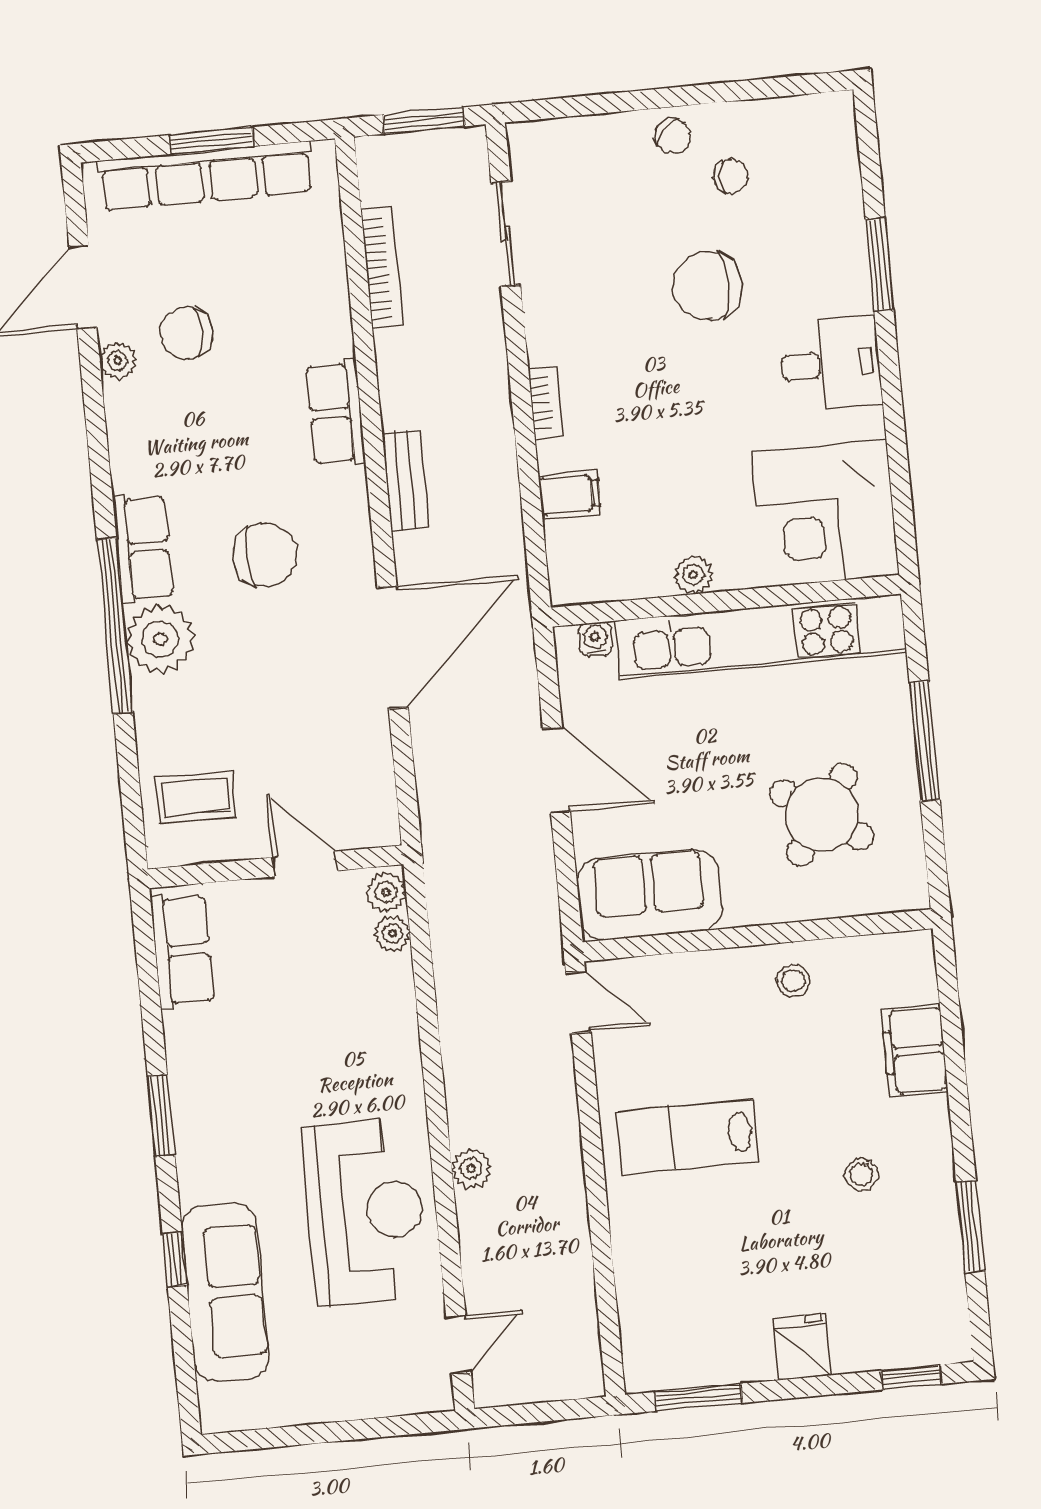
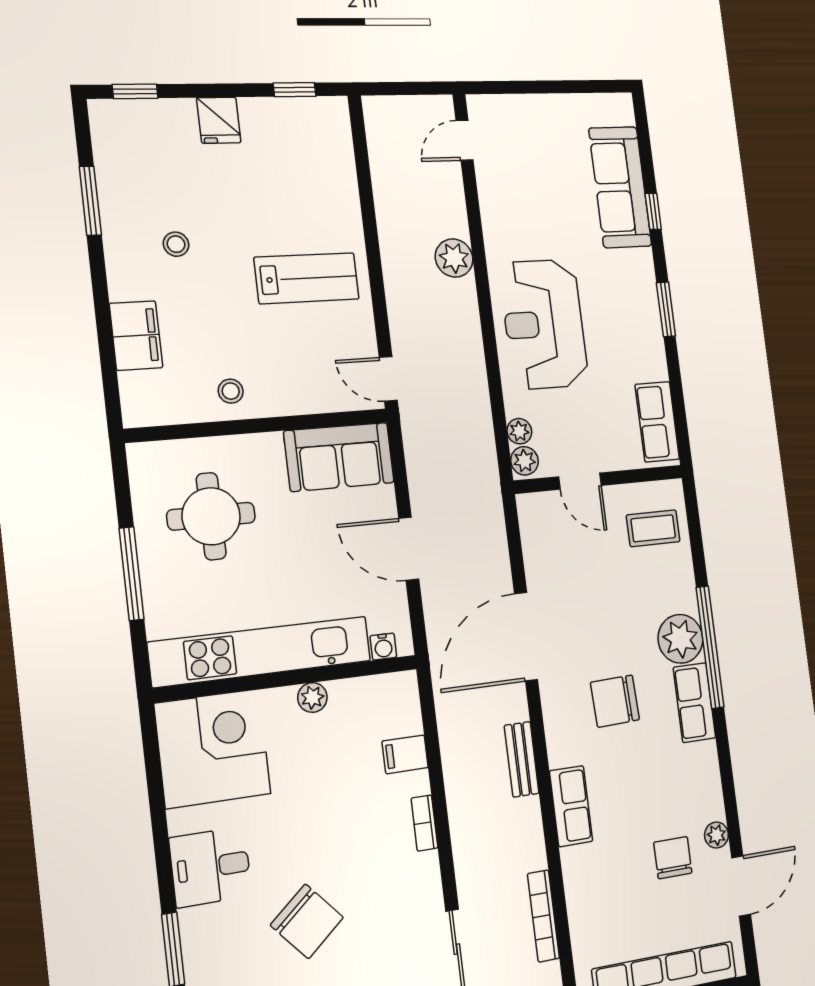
chair: (707, 286) -> (307, 921), turned 49
chair: (186, 333) -> (673, 858), turned -90
round table: (822, 815) -> (211, 516), turned -35
plant: (471, 1168) -> (454, 258), width x1.38, depth x1.38
reception desk: (365, 1212) -> (544, 324), moved
window: (699, 1397) -> (295, 90), width x0.67

